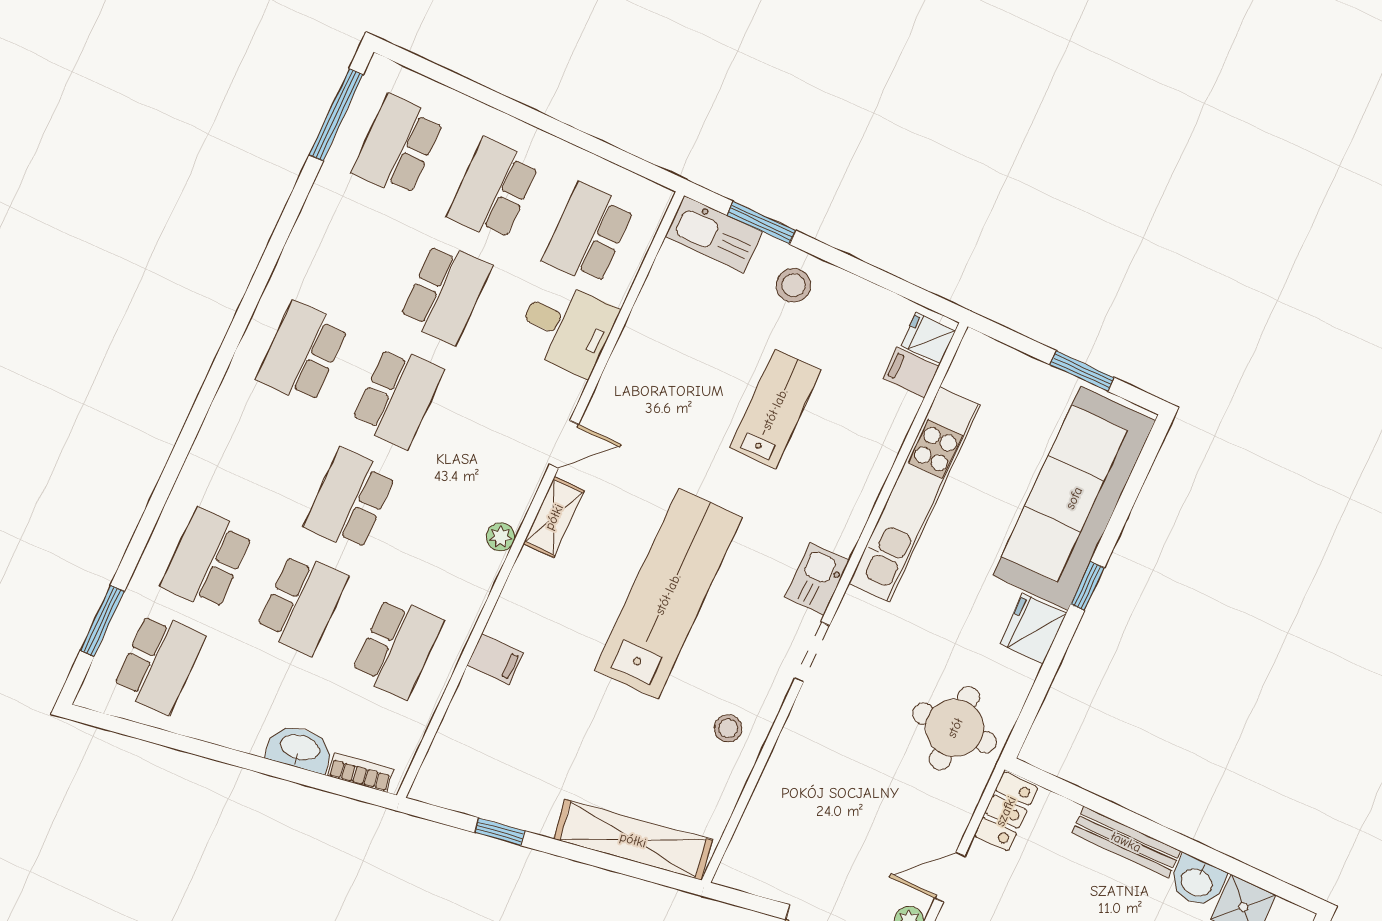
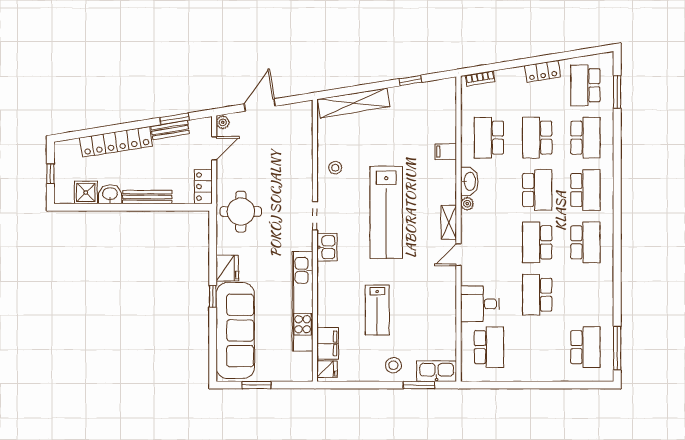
school desk: (493, 190) -> (585, 190), moved
filing cabinet: (911, 373) -> (328, 343), width x2.00
locker: (231, 730) -> (542, 71), added
washbasin: (300, 748) -> (469, 181), moved, turned -81

